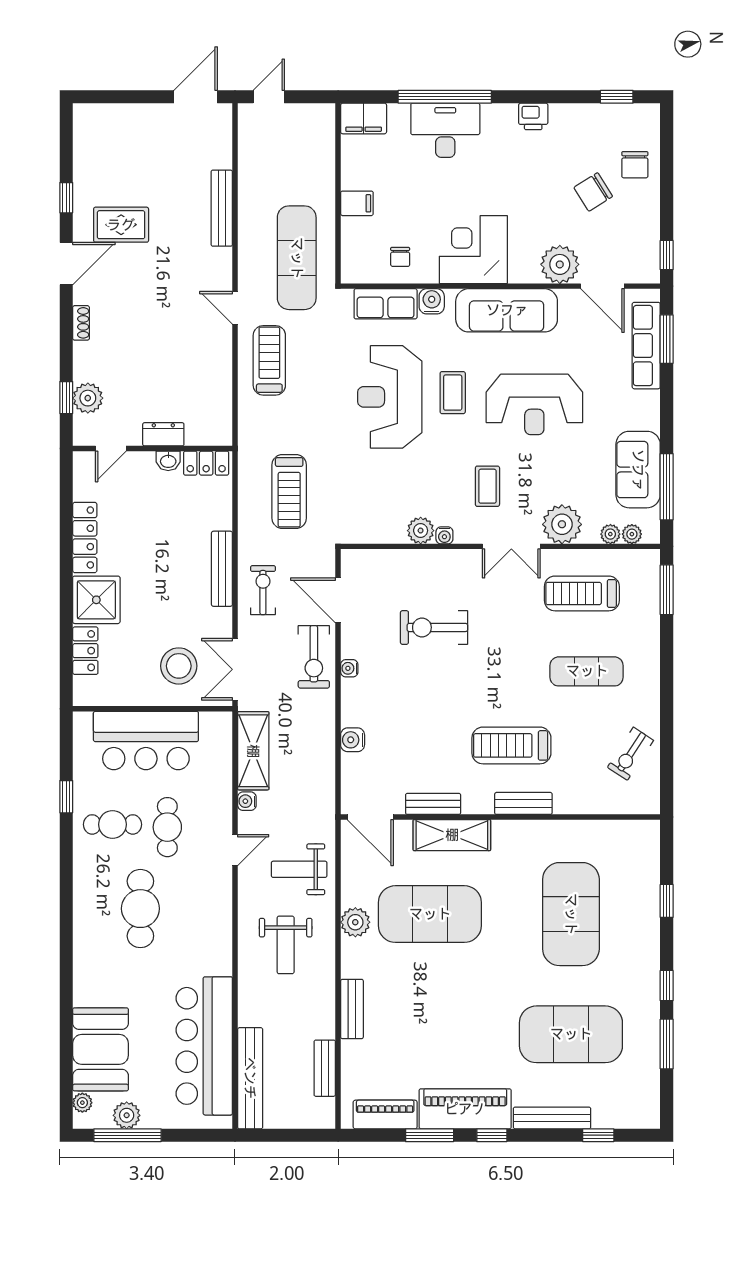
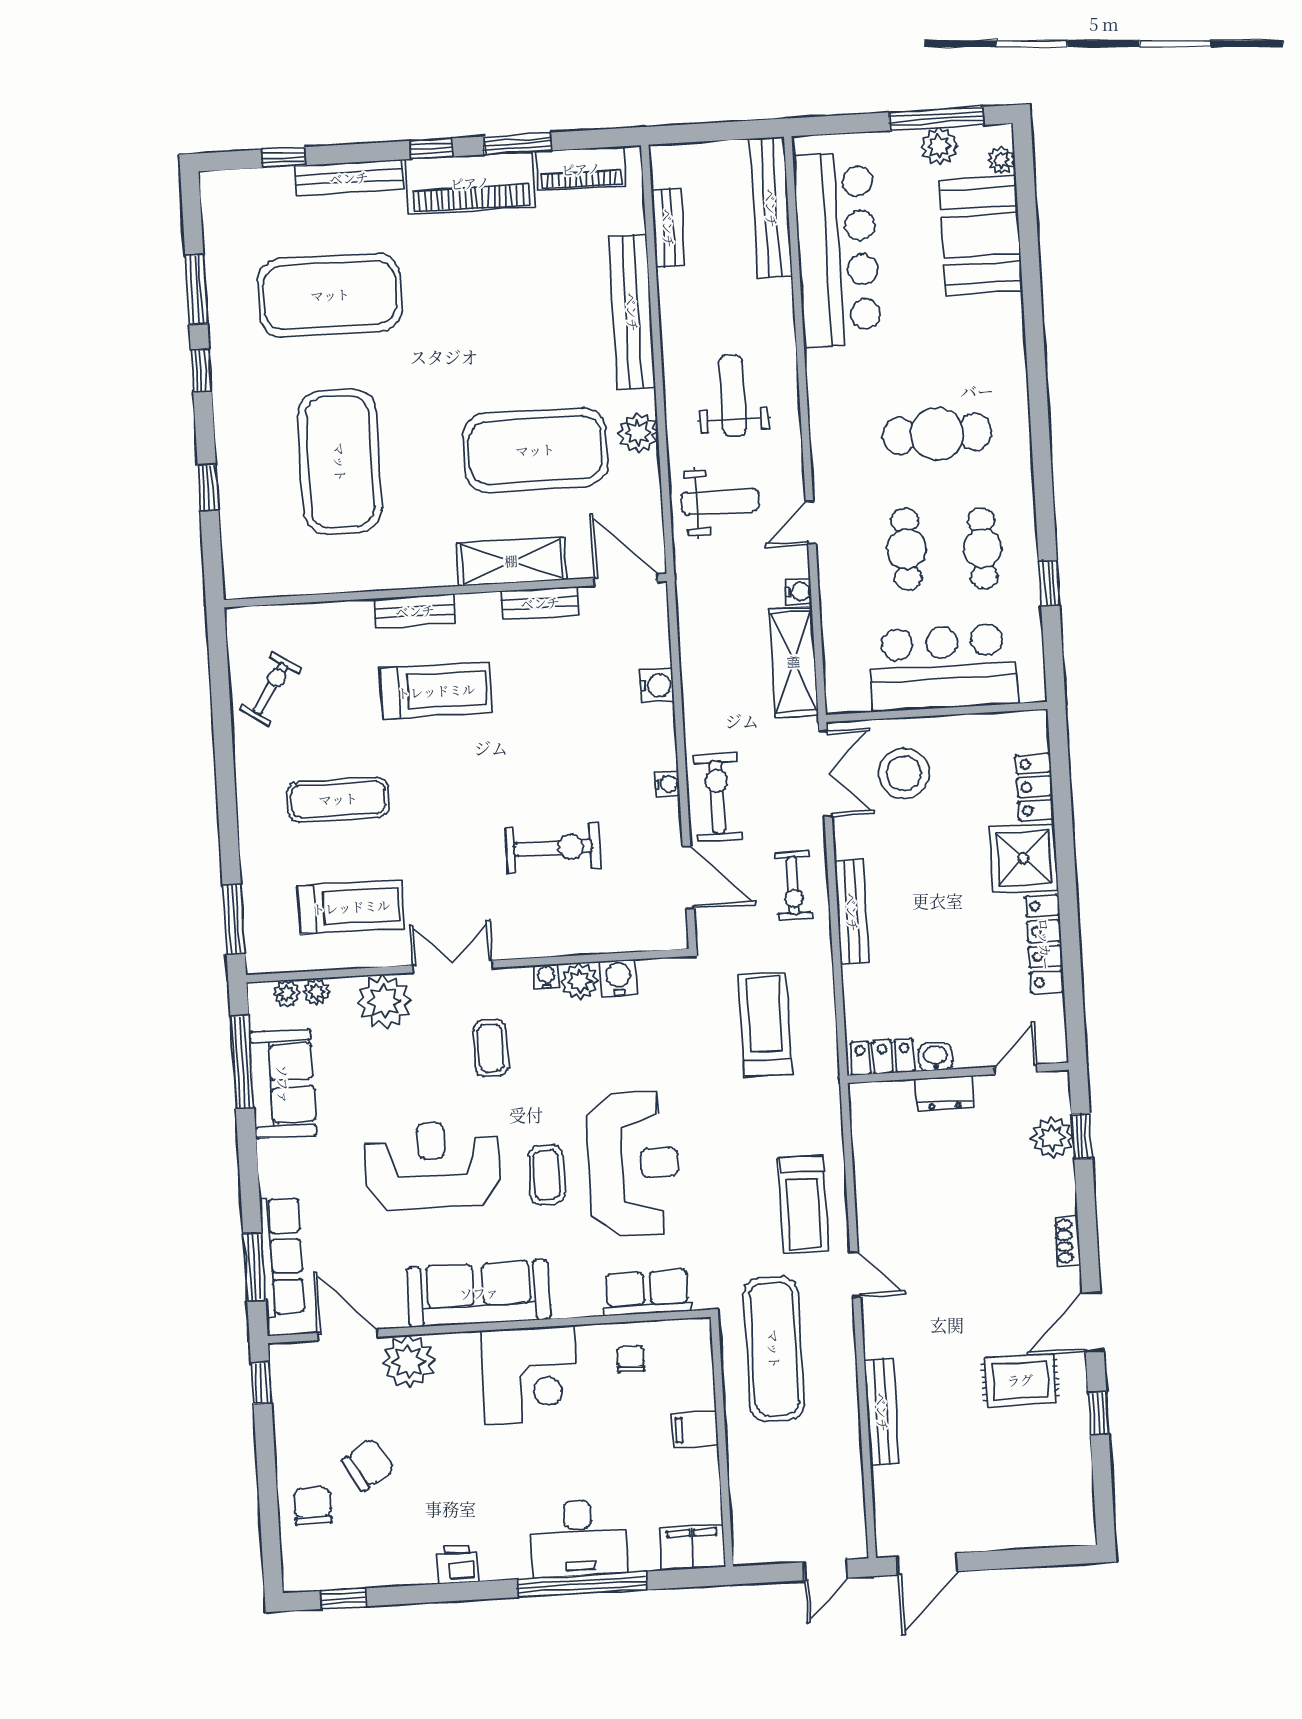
water cooler: (432, 301) -> (618, 978), moved, turned 180
cafe table: (112, 824) -> (983, 548), turned 90
cafe table: (140, 909) -> (937, 434), turned 90
bench: (352, 1009) -> (632, 312), width x1.86, depth x1.21

